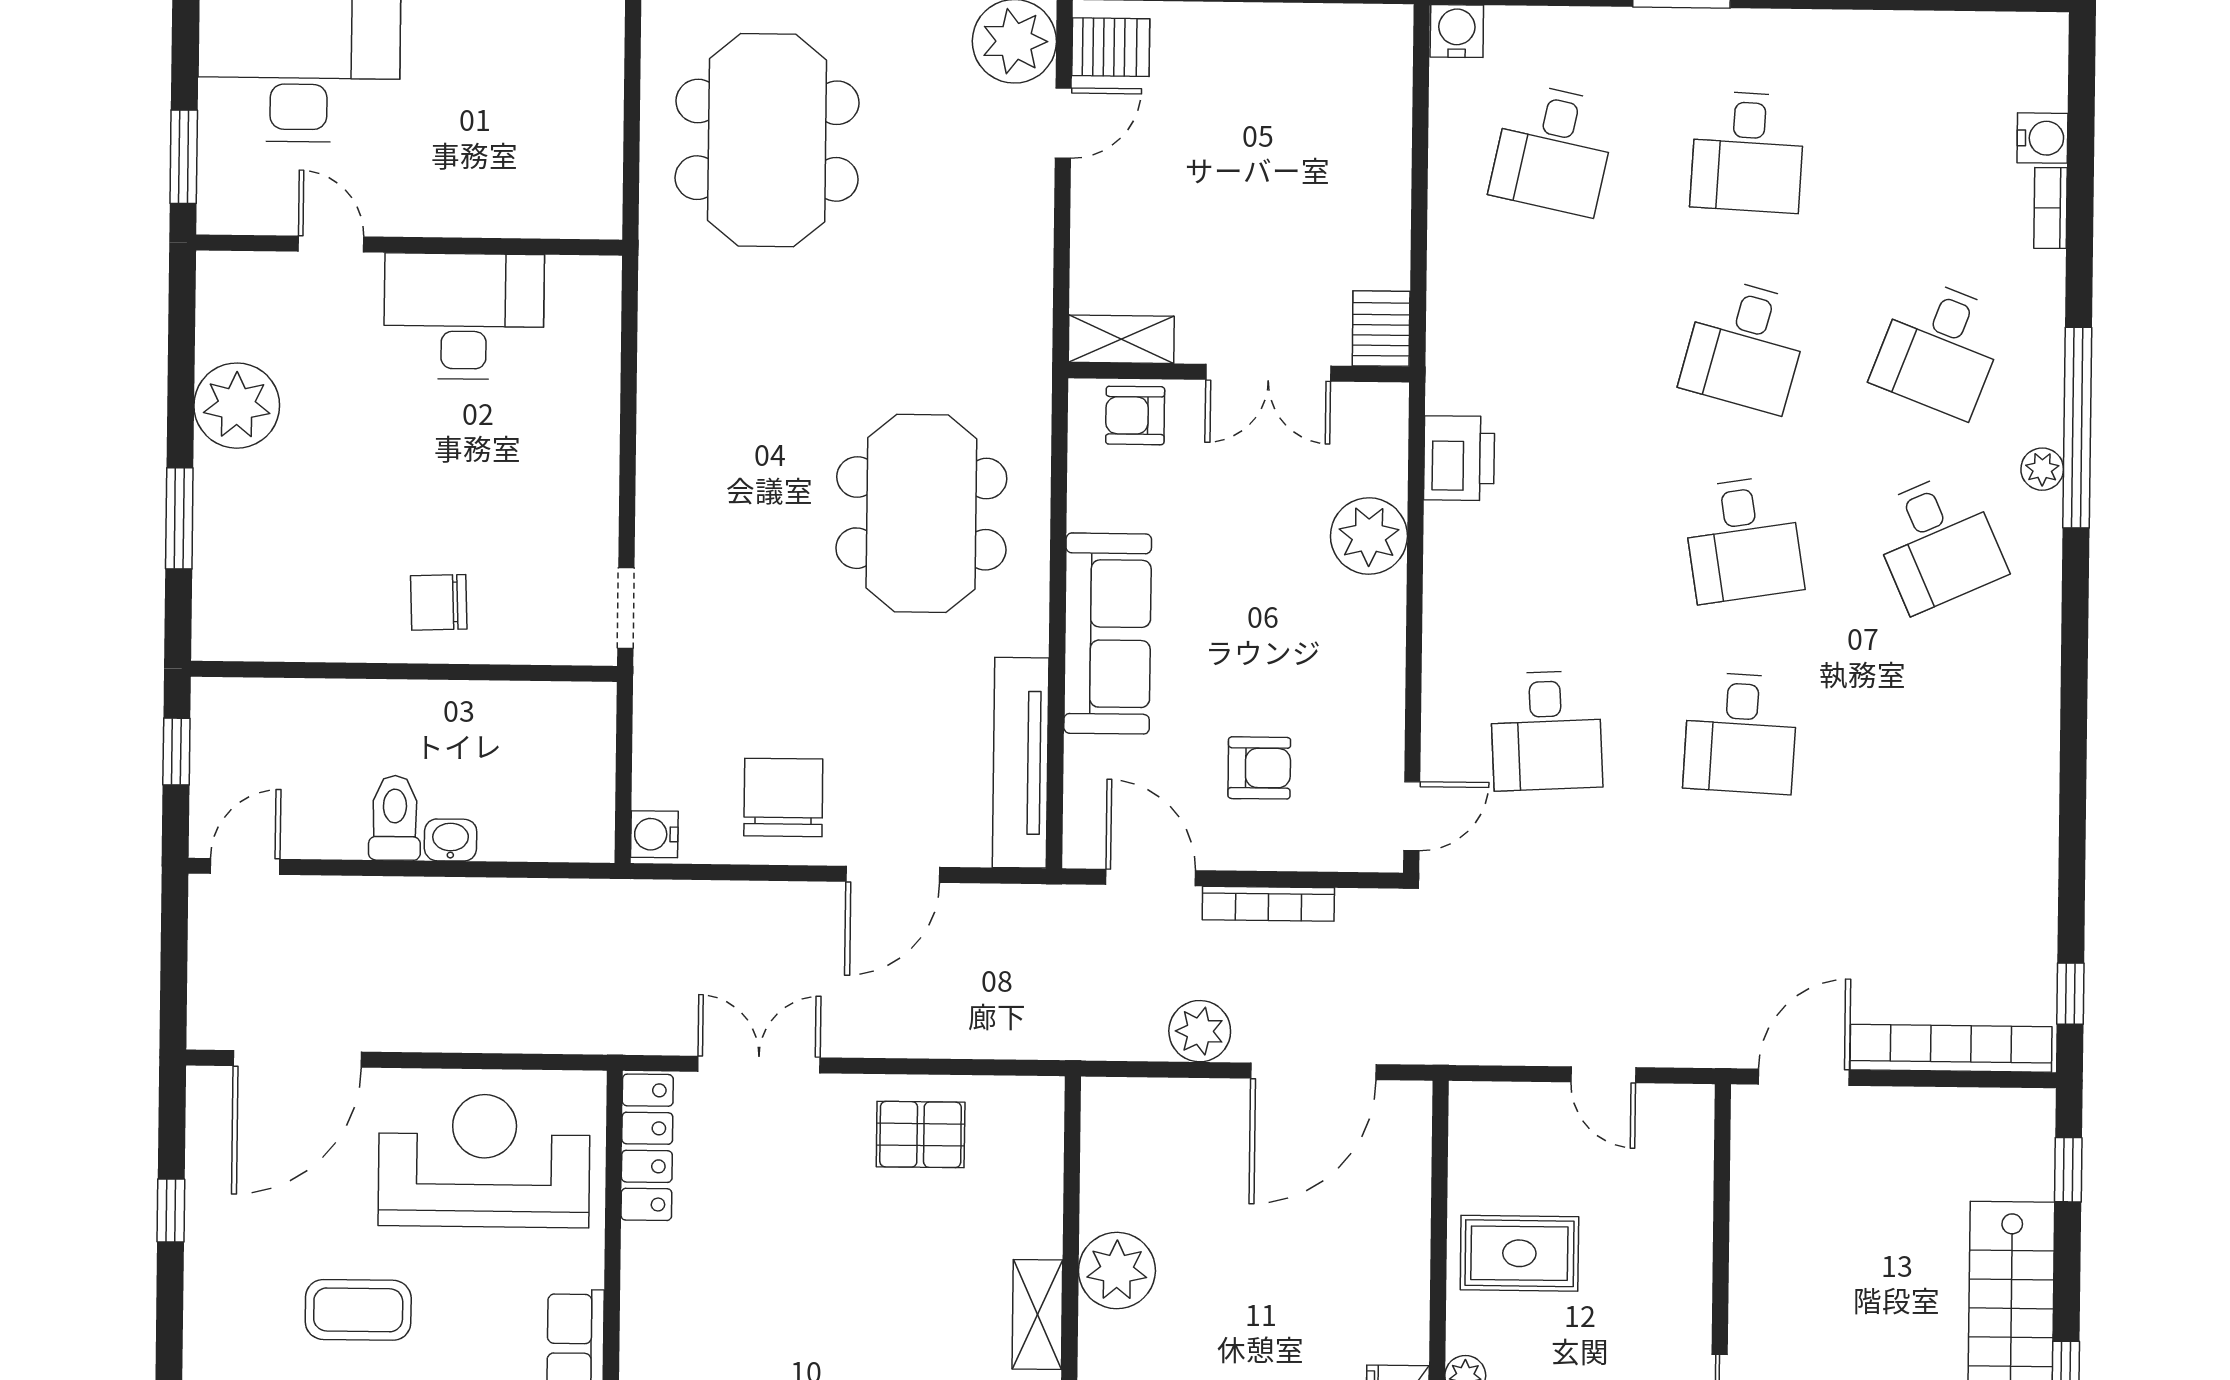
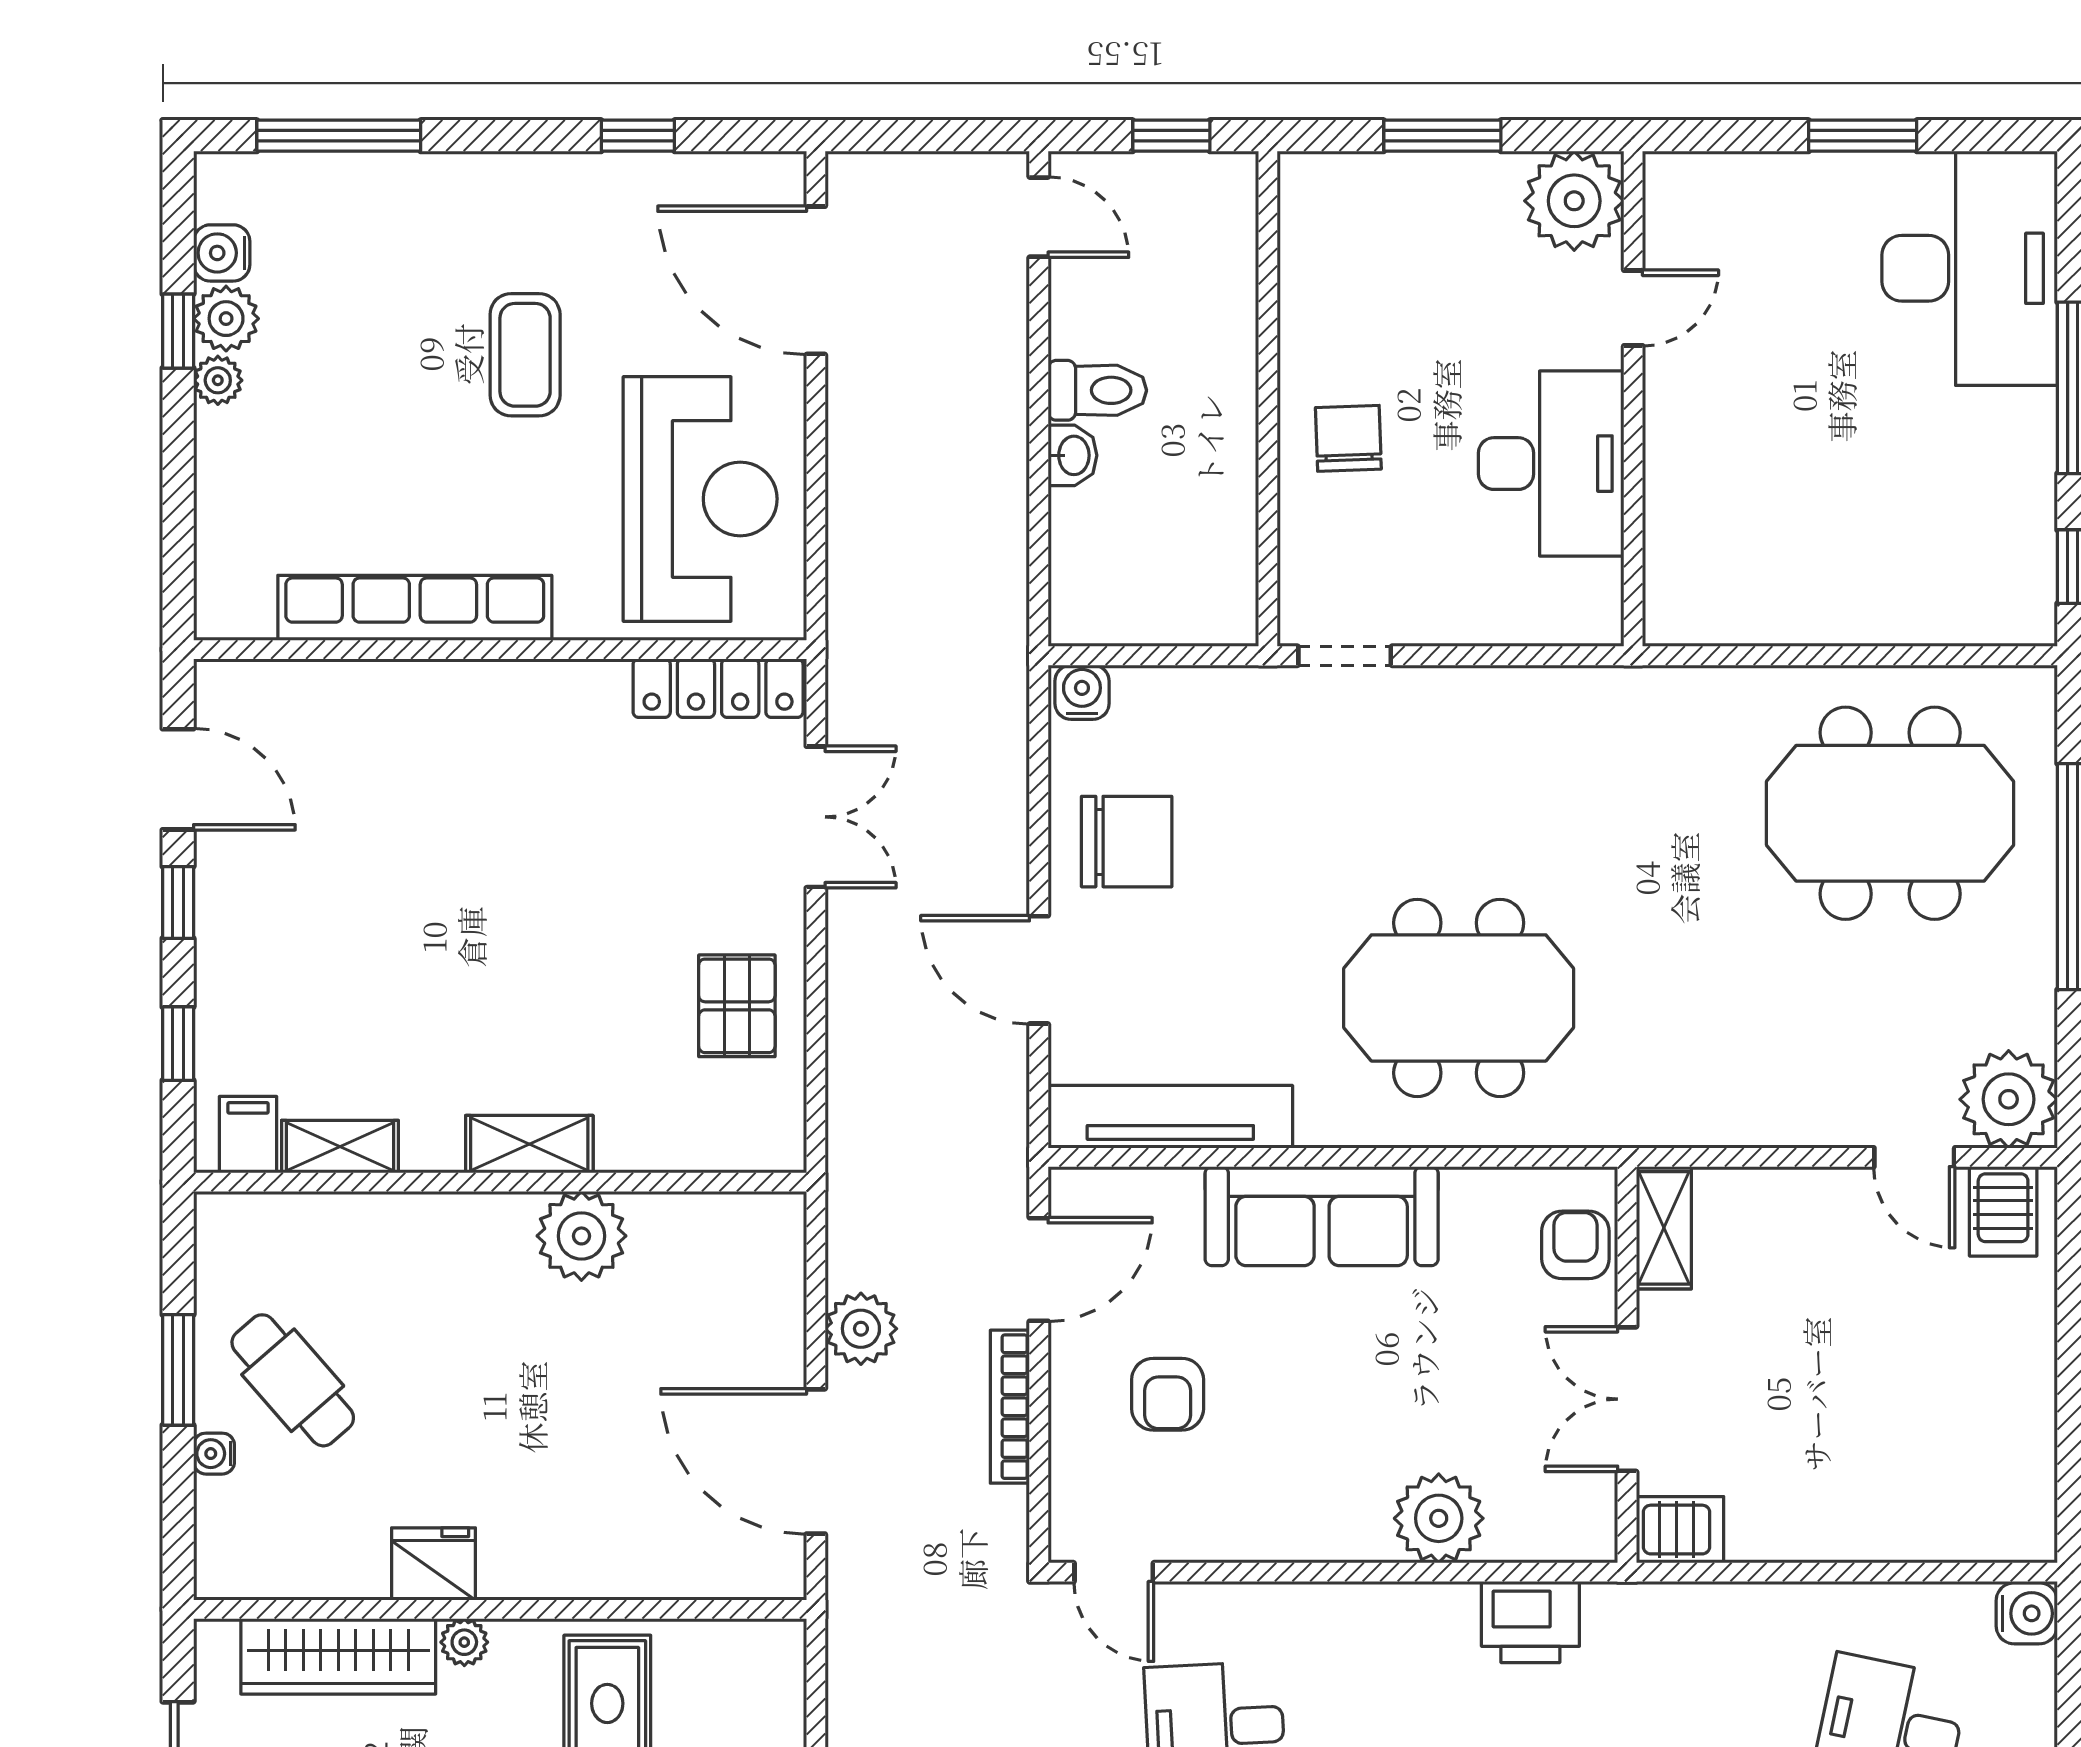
door: (331, 244) -> (1633, 308), moved
wall: (409, 245) -> (1633, 399), moved
desk: (464, 316) -> (1551, 464), moved

